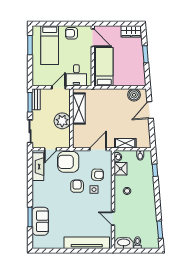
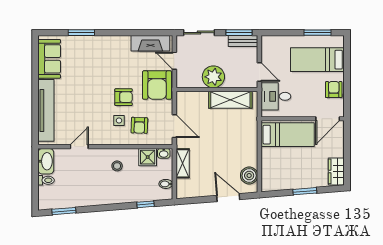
armchair: (68, 162) -> (157, 85), turned 180
sofa: (40, 221) -> (49, 59), moved, turned -90

